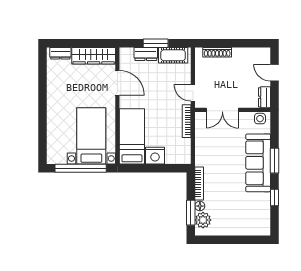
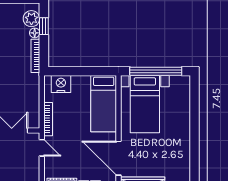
door: (117, 83) -> (118, 158), width x1.36
nightstand: (155, 156) -> (61, 84), moved
window: (191, 213) -> (44, 26), width x0.67

